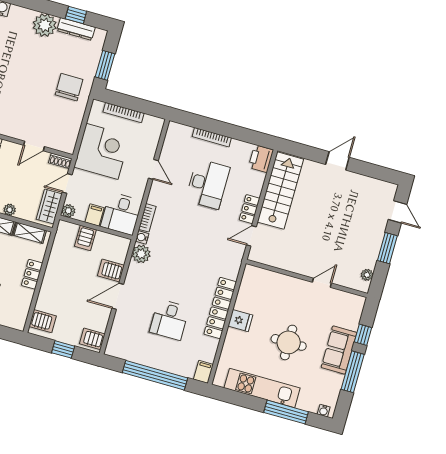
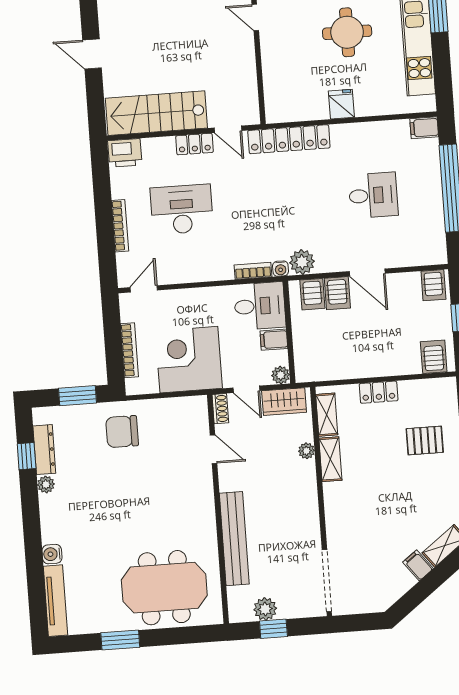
plant: (45, 25) -> (46, 484), width x0.53, depth x0.53
door: (153, 169) -> (144, 289), moved
server rack: (85, 238) -> (312, 294), moved, turned 90
locker: (220, 308) -> (289, 139), moved

